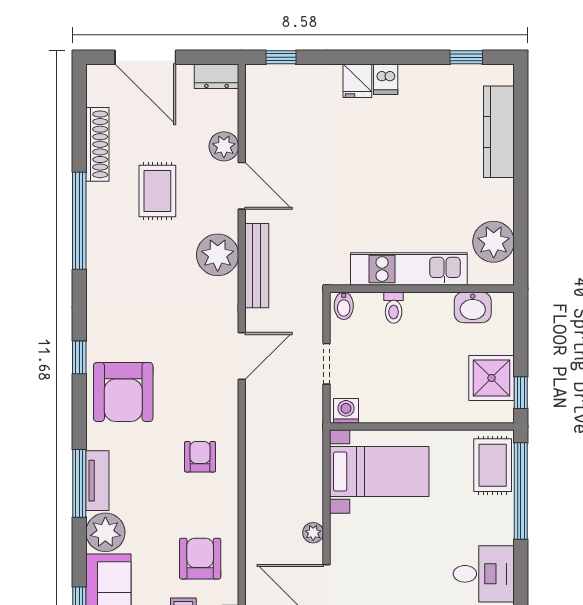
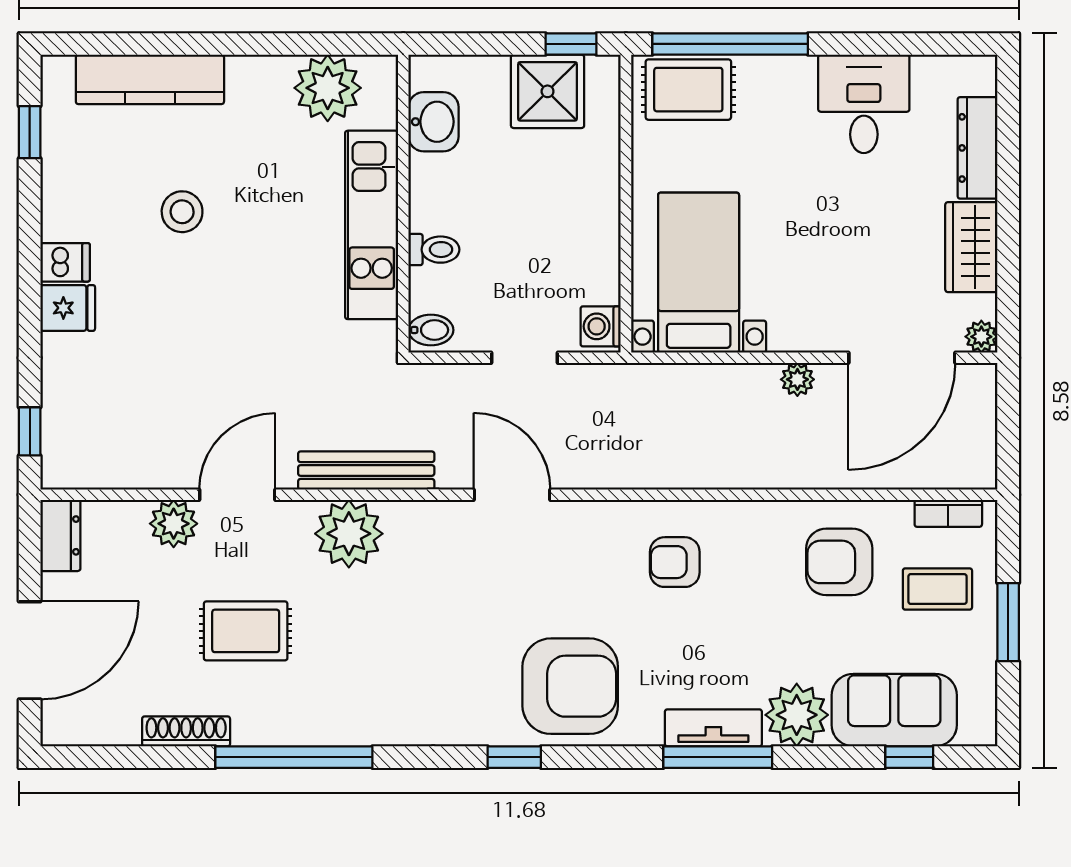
shoe rack: (97, 144) -> (186, 731), width x0.74, depth x0.81
stool: (417, 152) -> (182, 212), added

